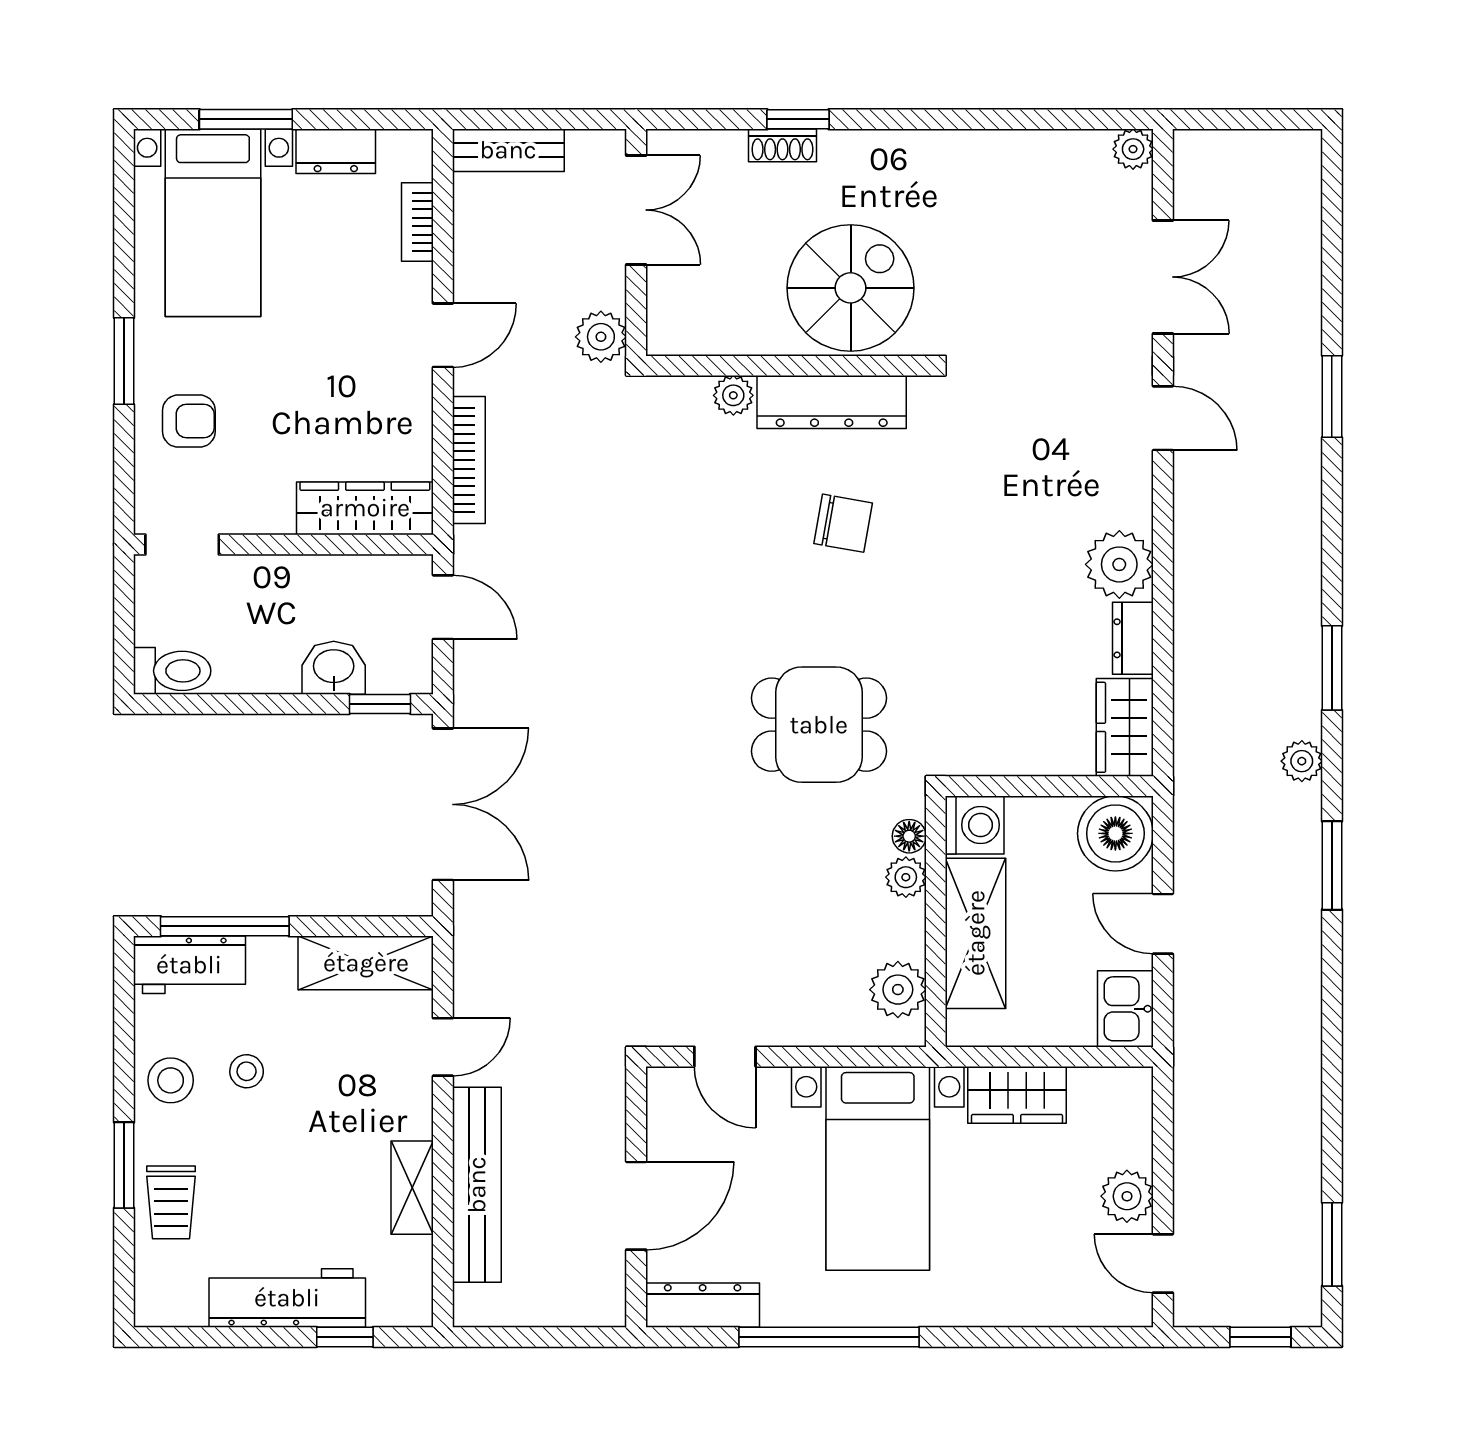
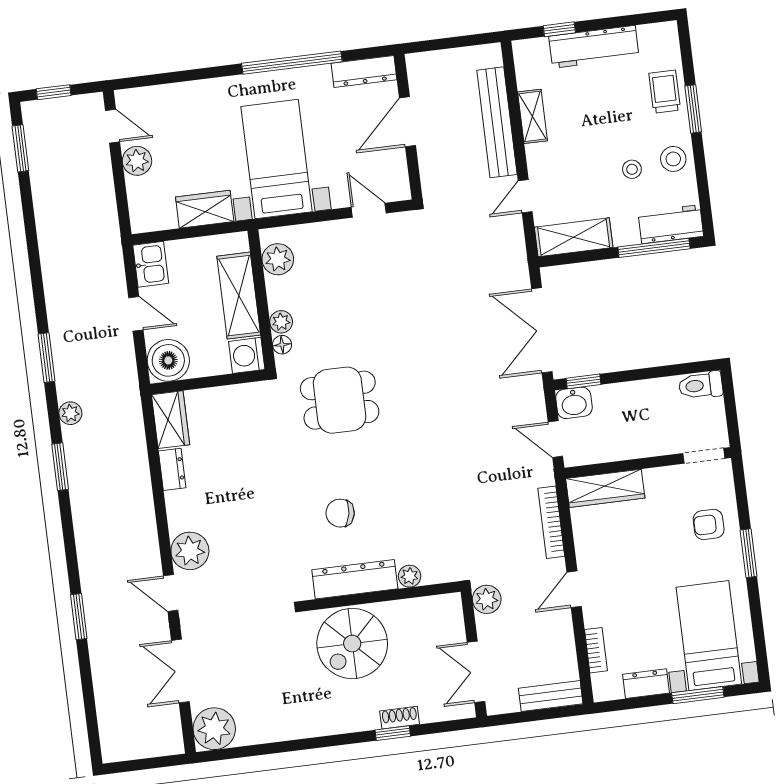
plant: (1133, 149) -> (214, 729), width x1.88, depth x1.88
plant: (1119, 564) -> (190, 551), moved
washbasin: (334, 668) -> (574, 403), moved

